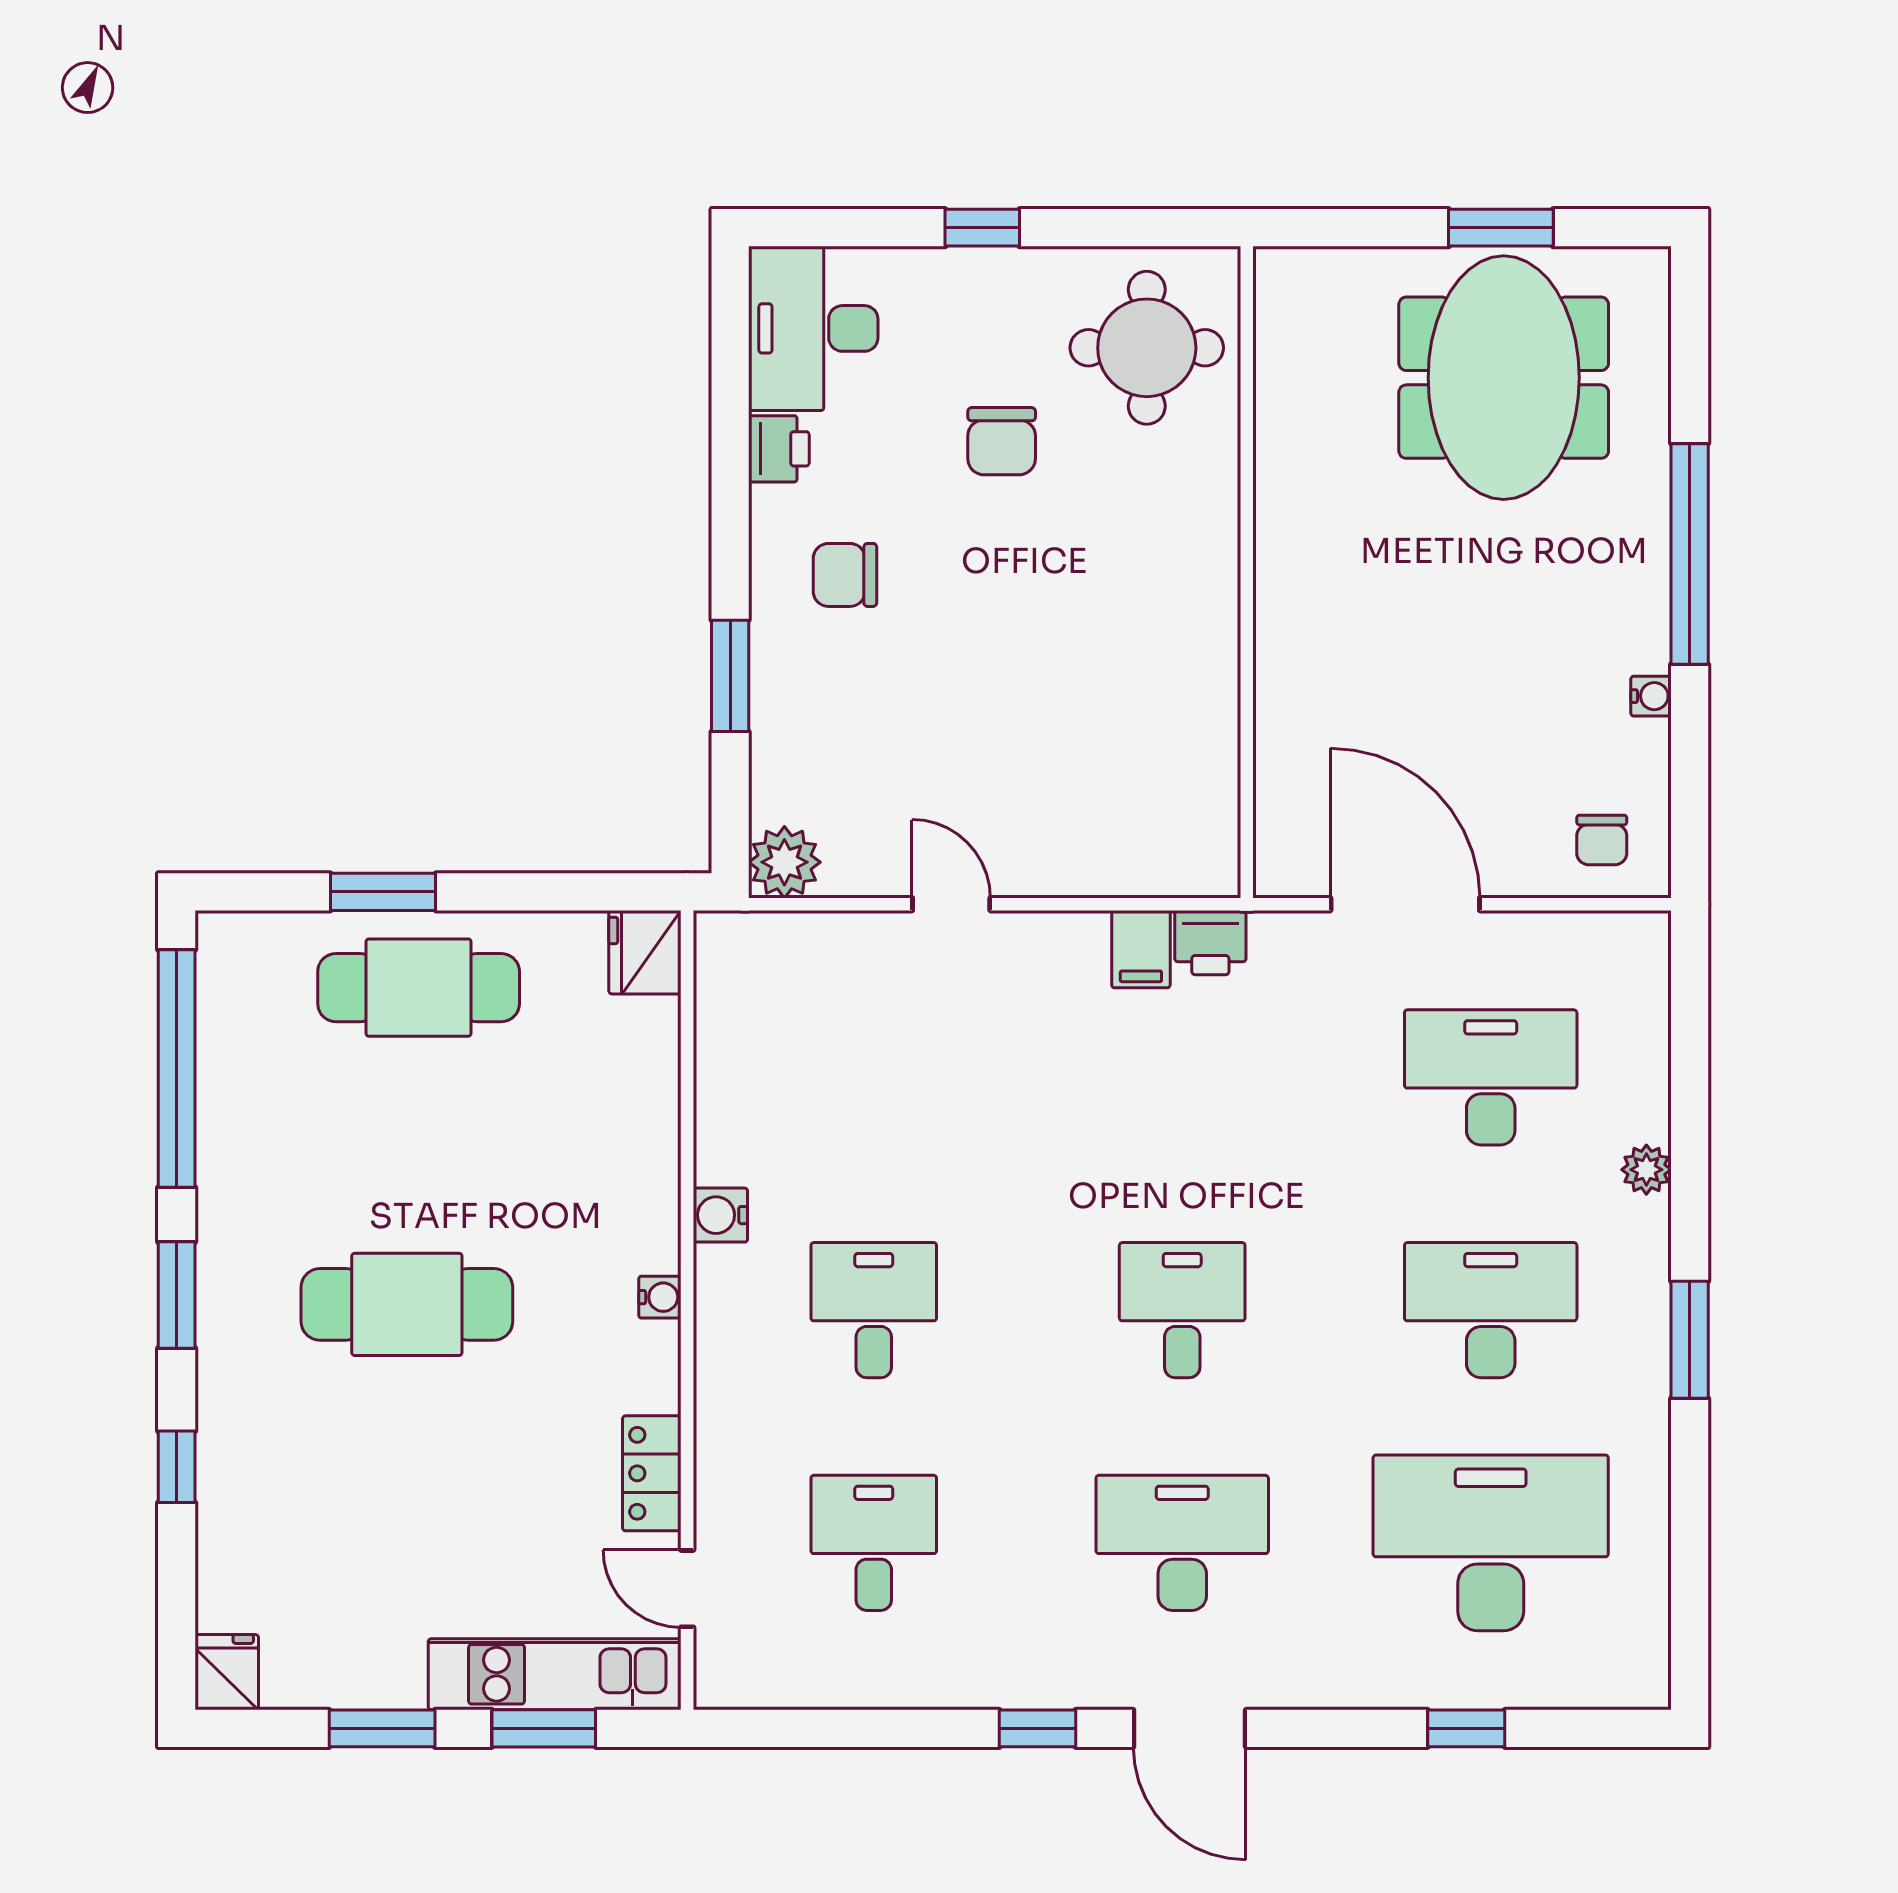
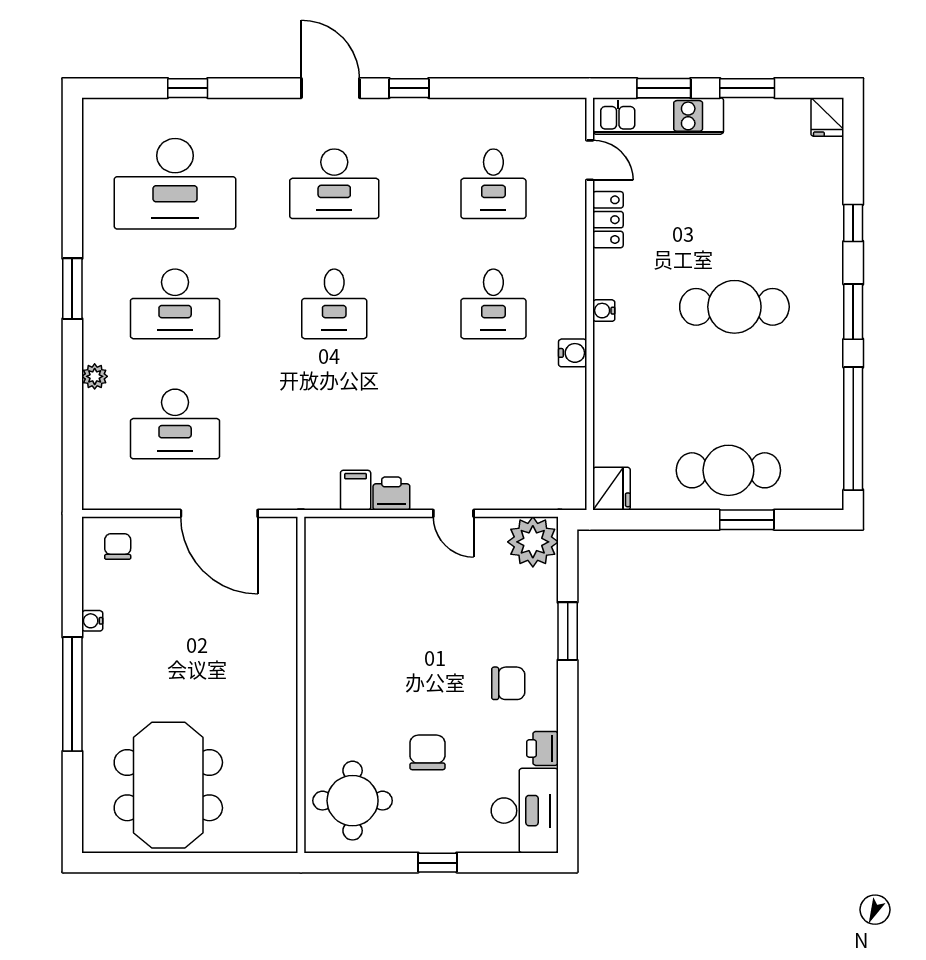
window: (1501, 228) -> (170, 863), removed
plant: (784, 862) -> (533, 542), width x1.36, depth x1.36
printer: (1210, 943) -> (391, 494), moved

